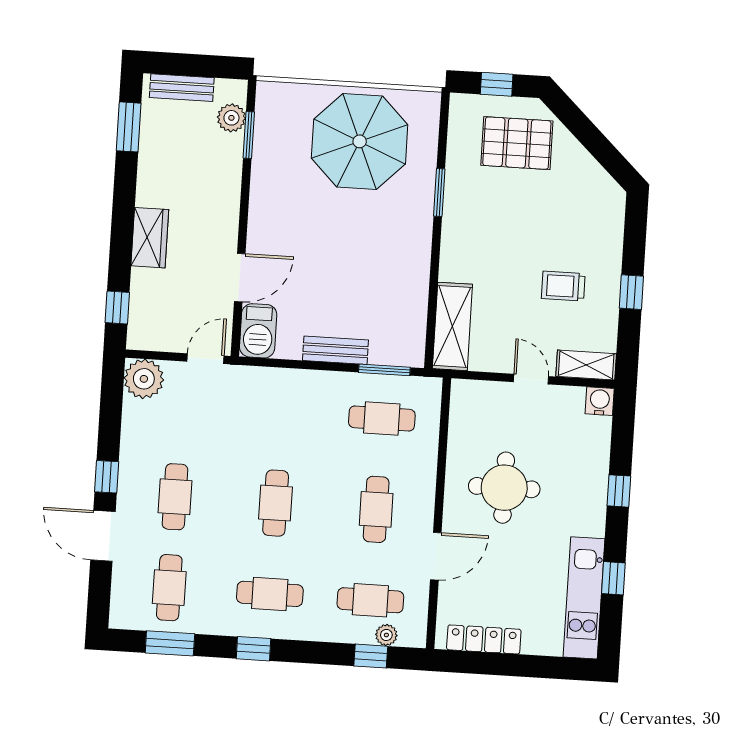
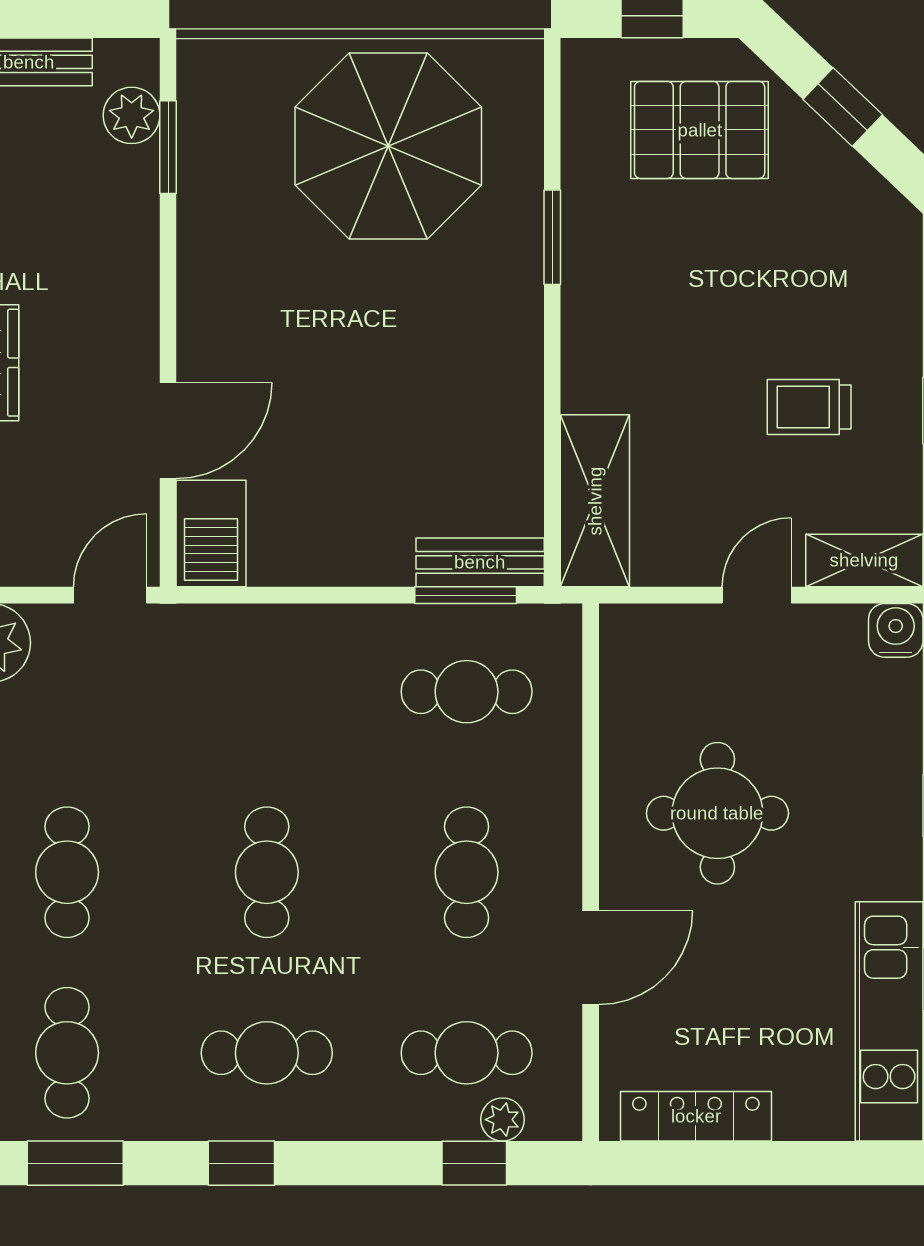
window: (590, 136) -> (843, 107), added
bench: (335, 350) -> (480, 562), moved
door: (531, 379) -> (757, 595), hinge flipped

